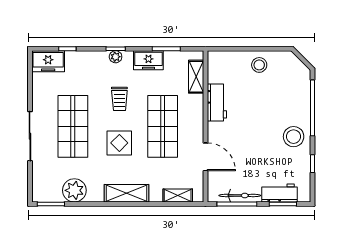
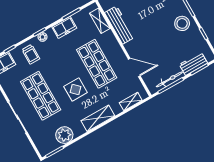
trolley: (119, 99) -> (31, 54), moved
workbench: (217, 102) -> (120, 25), width x1.38

